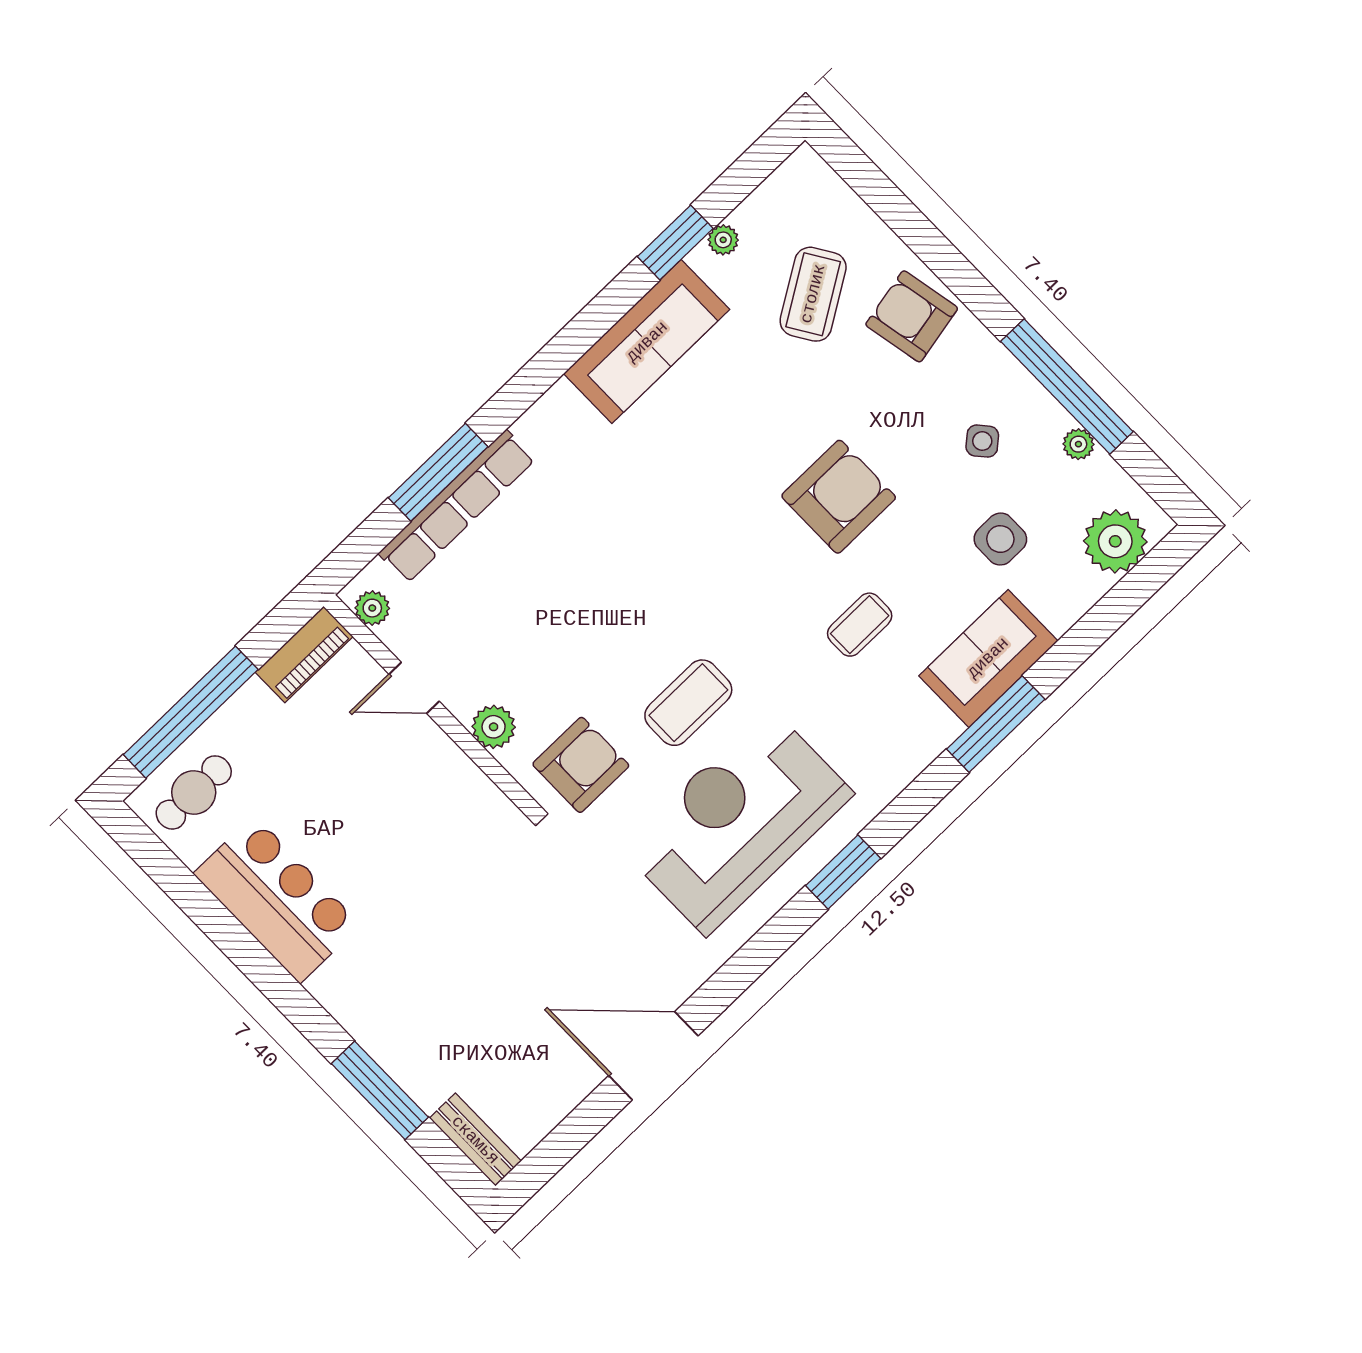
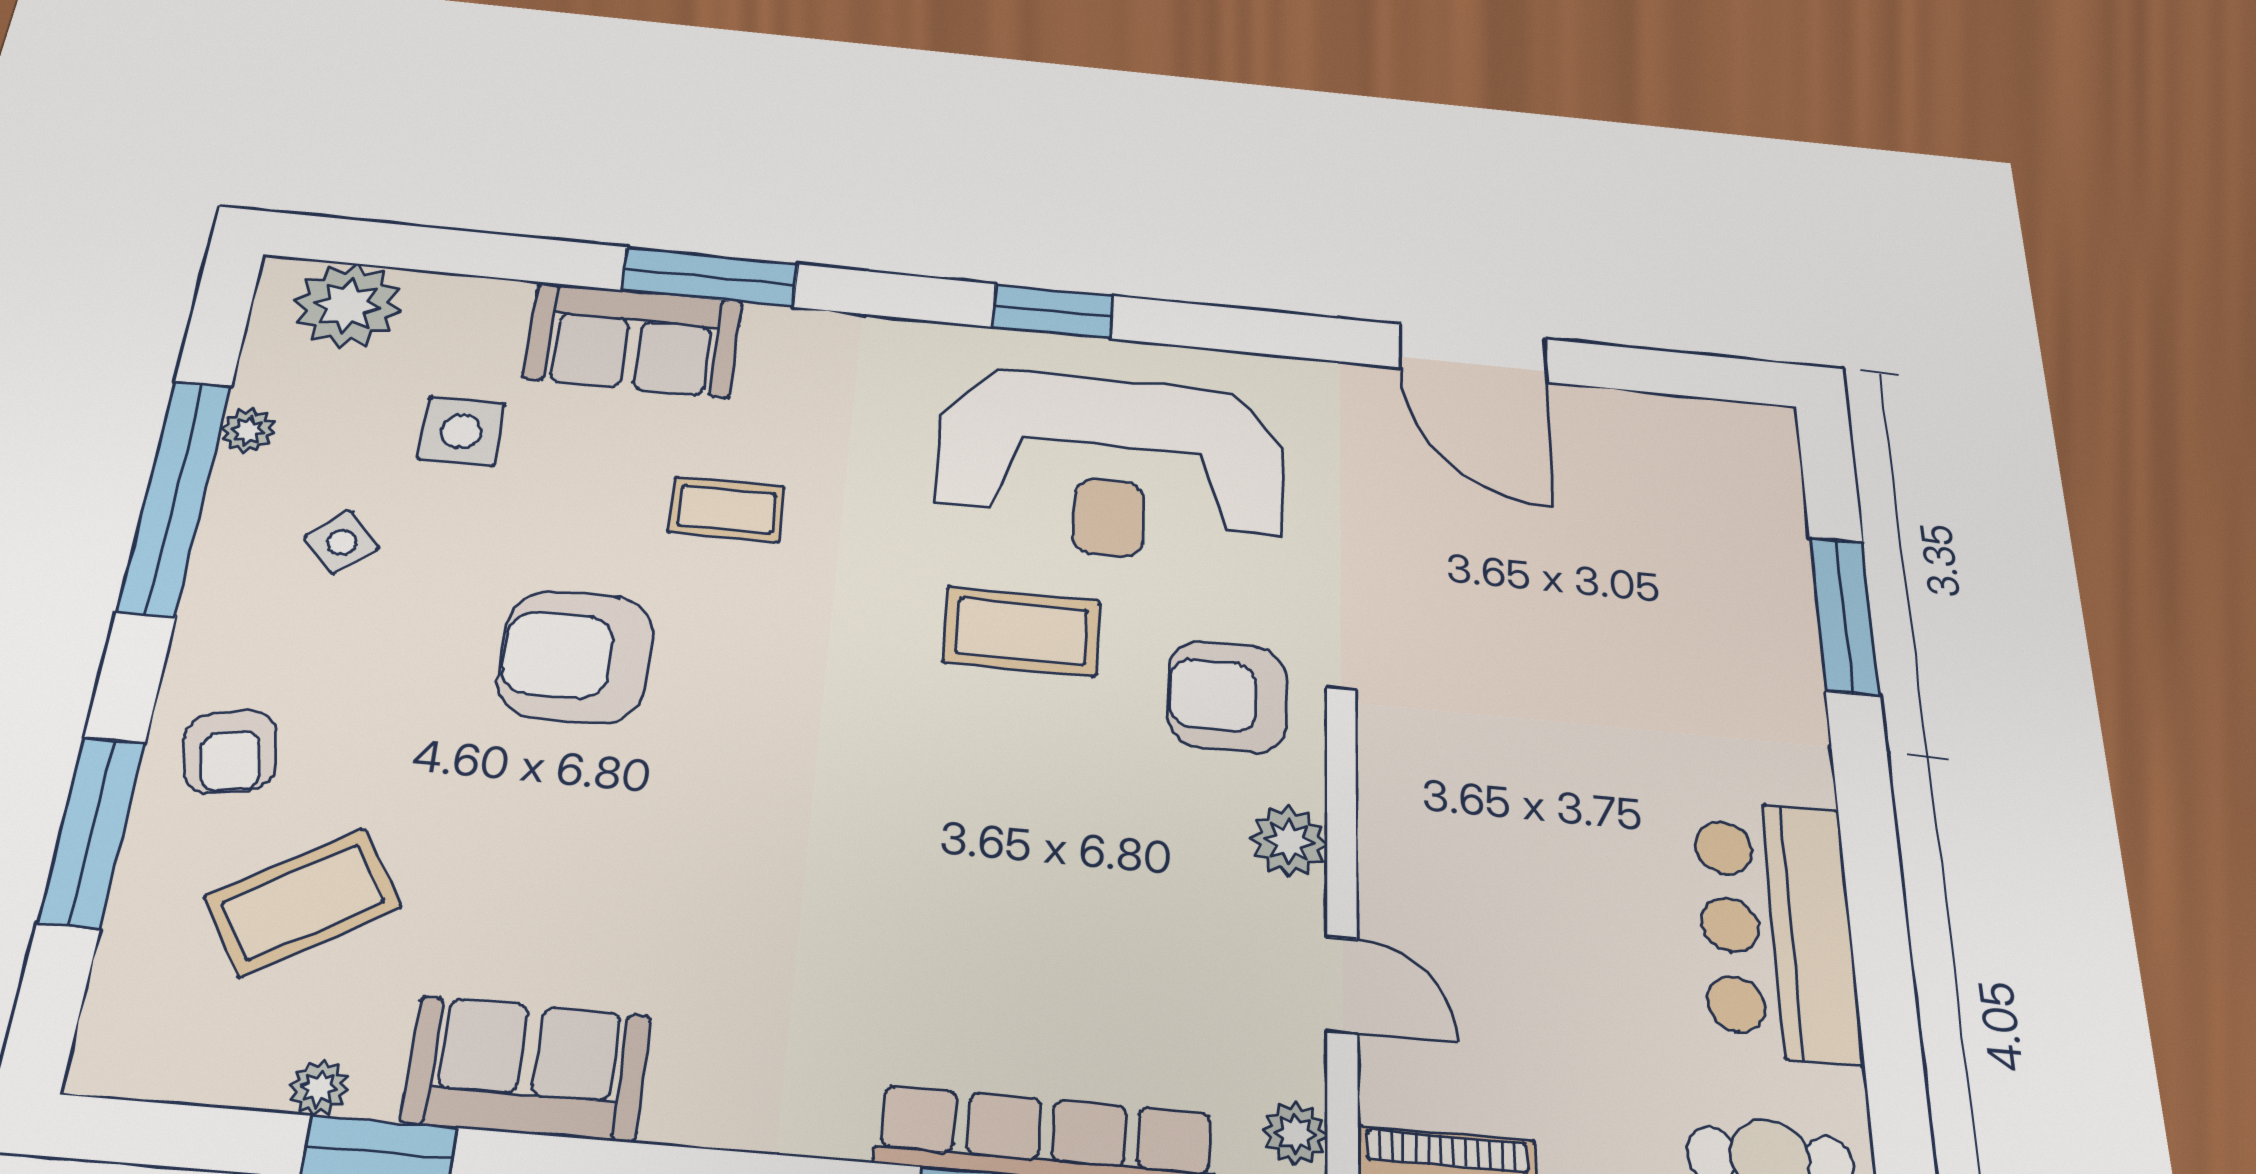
window: (919, 233) -> (92, 832), added
armchair: (912, 316) -> (230, 752), width x0.72, depth x0.72
sofa: (647, 342) -> (527, 1069), width x0.73
bench: (475, 1140) -> (1774, 468), removed

